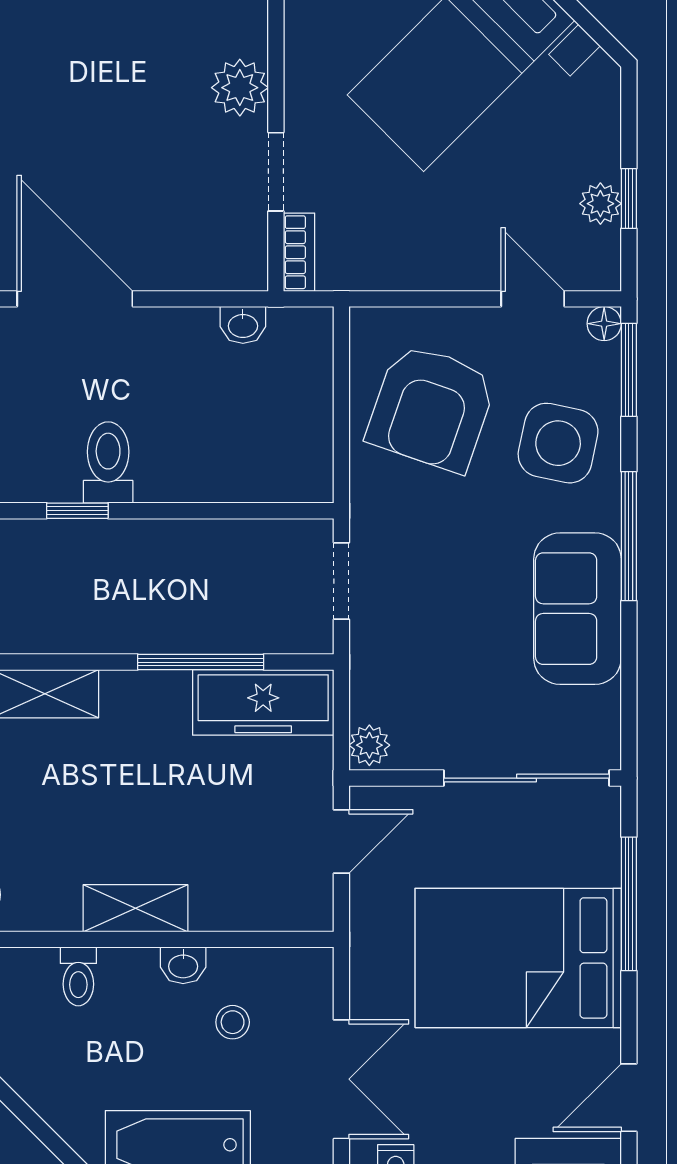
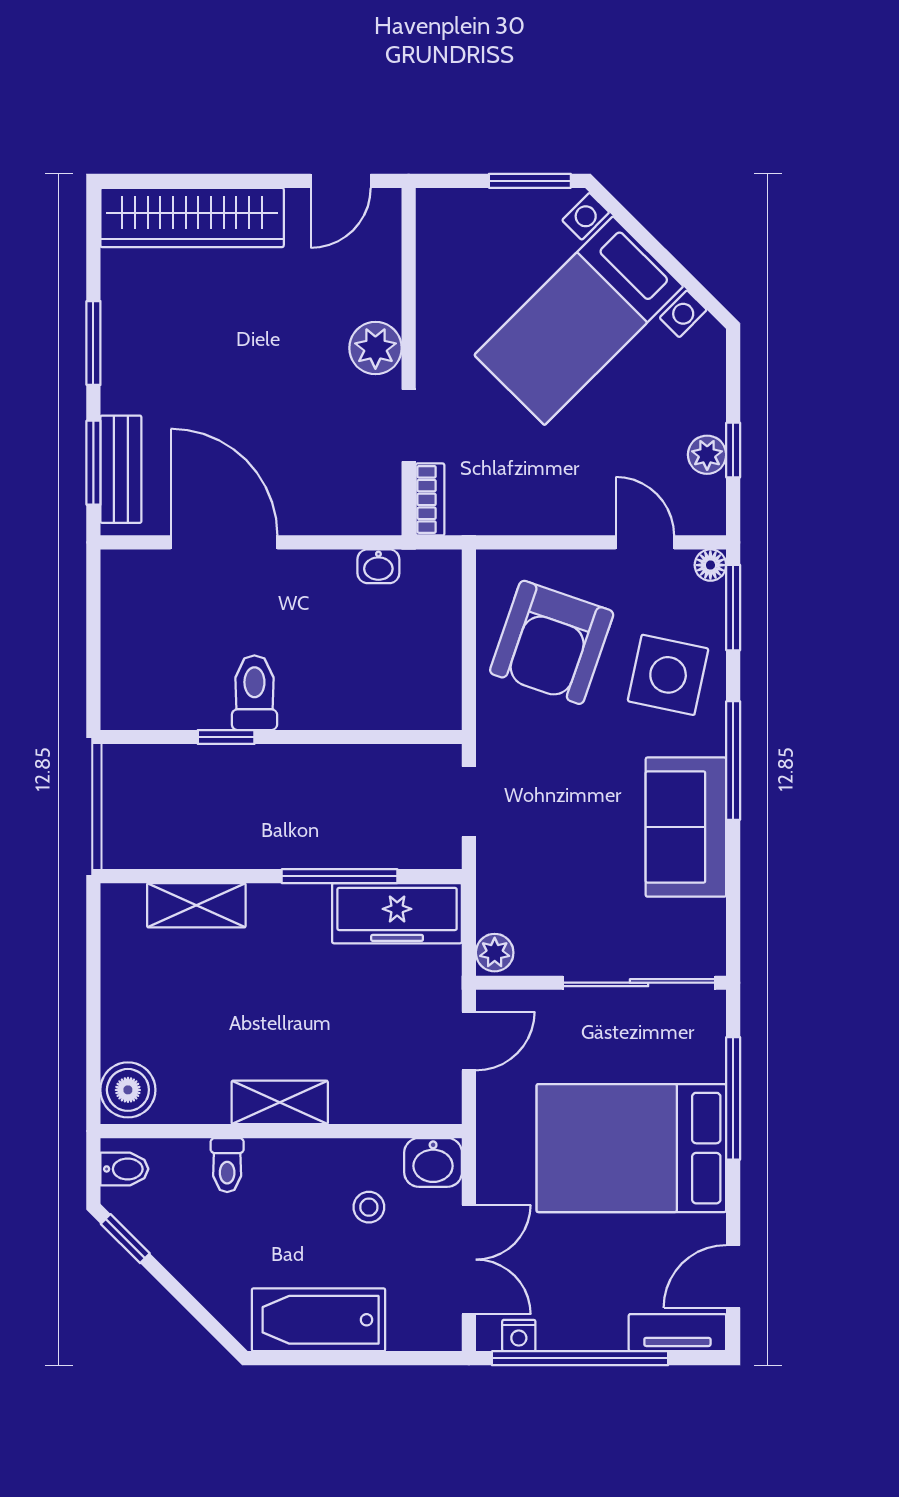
washbasin: (183, 965) -> (433, 1162), moved, width x1.38, depth x1.45

